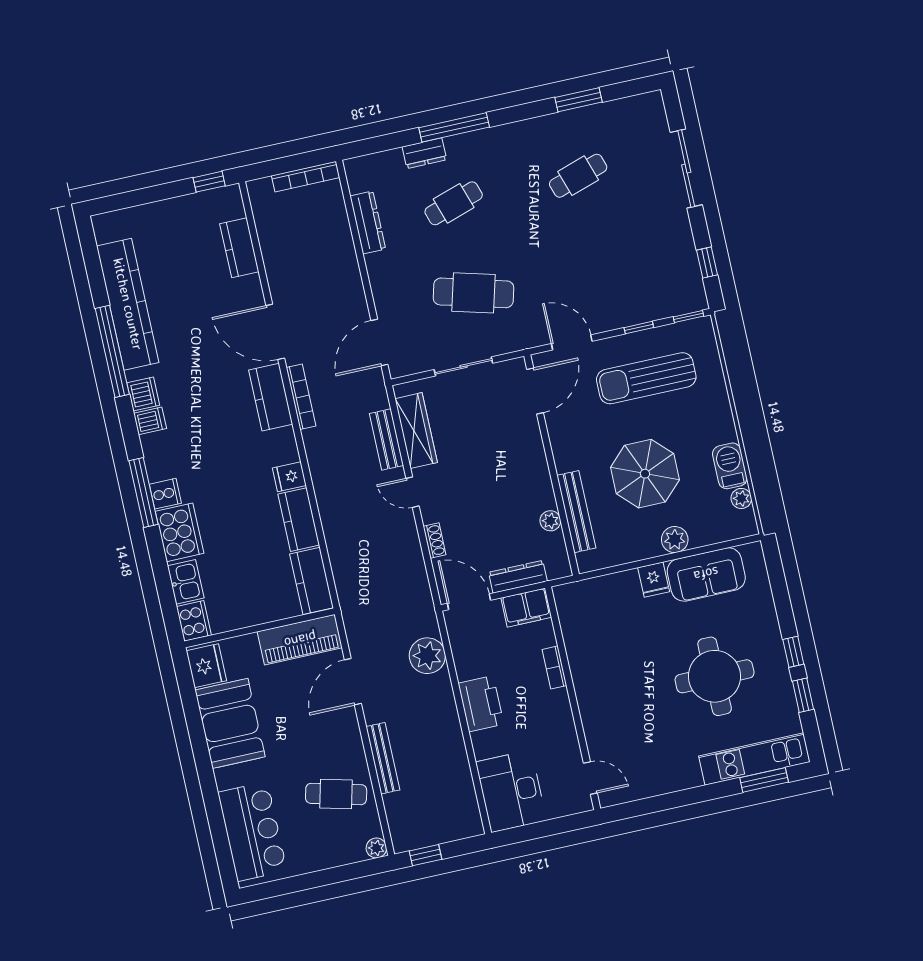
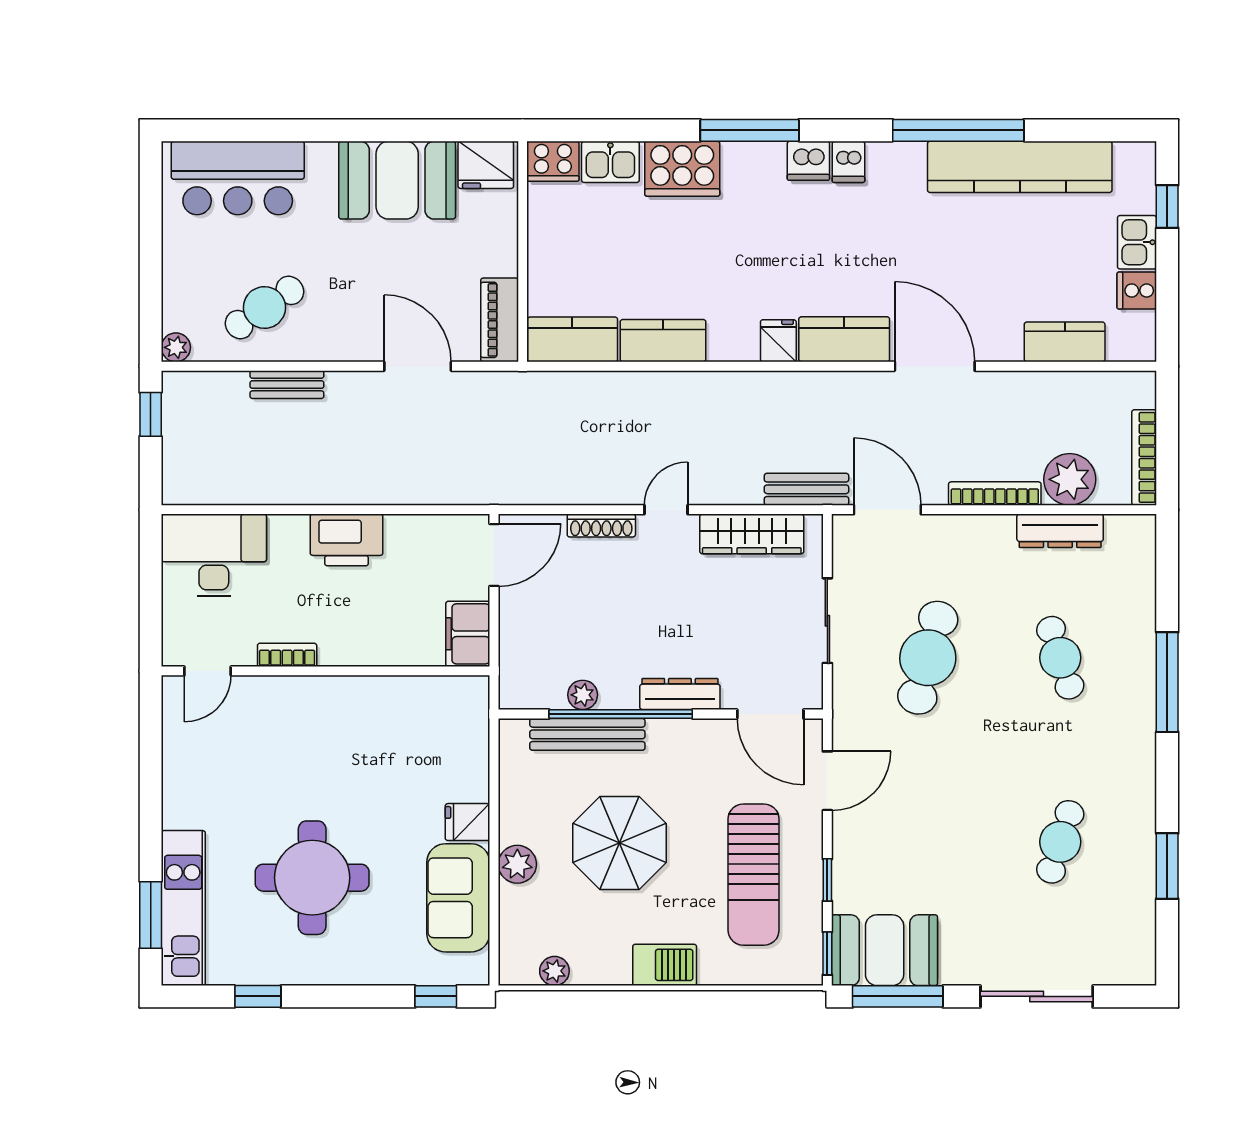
dresser: (424, 153) -> (1140, 632), removed
cafe table: (578, 176) -> (1060, 842), turned 36
window: (209, 182) -> (1167, 207), moved
kitchen sink: (161, 214) -> (1137, 242), added
window: (707, 262) -> (898, 996), width x2.17
booth: (678, 278) -> (885, 950), added
door: (275, 332) -> (935, 366), hinge flipped
sun lounger: (646, 378) -> (754, 875), turned 180
dishwasher: (143, 394) -> (808, 161), moved
bookcase: (301, 397) -> (995, 494), moved, turned 180
bench: (386, 439) -> (807, 489), moved
barbecue: (730, 466) -> (665, 965), moved
fridge: (289, 477) -> (778, 341), moved
window: (558, 492) -> (621, 714), added
cooker: (165, 494) -> (1137, 291), moved, turned 90
shoe rack: (435, 540) -> (601, 525), width x1.43
dresser: (518, 577) -> (680, 694), moved, turned -90
piano: (300, 640) -> (500, 320), width x0.73, depth x0.75
window: (793, 652) -> (436, 996), moved
plant: (427, 656) -> (1070, 479), moved
bookcase: (554, 667) -> (287, 655), moved
bench: (383, 758) -> (287, 385), width x0.73
cafe table: (336, 794) -> (264, 308), turned 42

